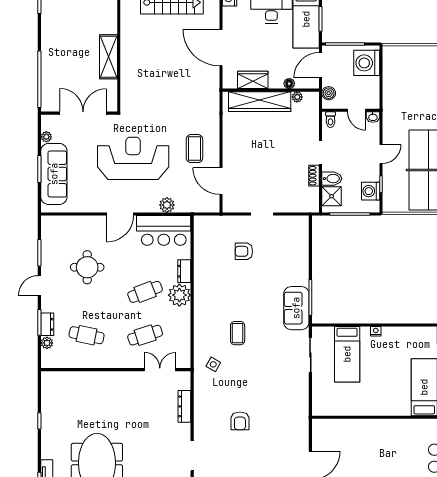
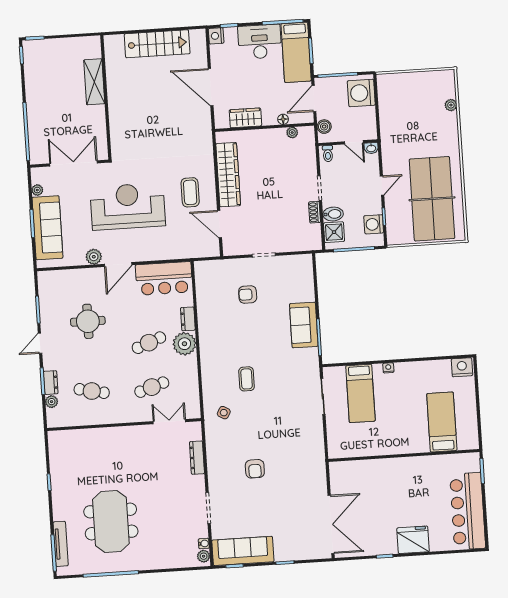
shelving: (108, 57) -> (94, 82), moved
wardrobe: (260, 102) -> (228, 175), moved, turned -90
plant: (167, 205) -> (94, 257), moved
sofa: (296, 308) -> (304, 325), moved

